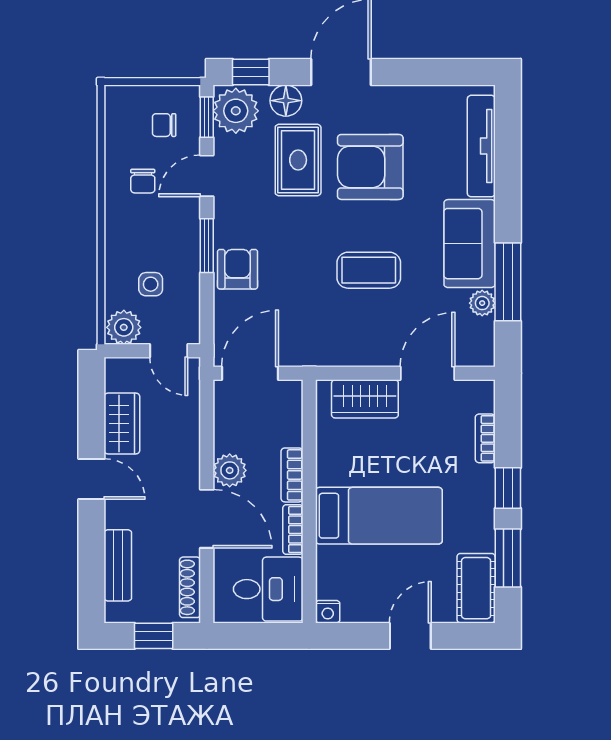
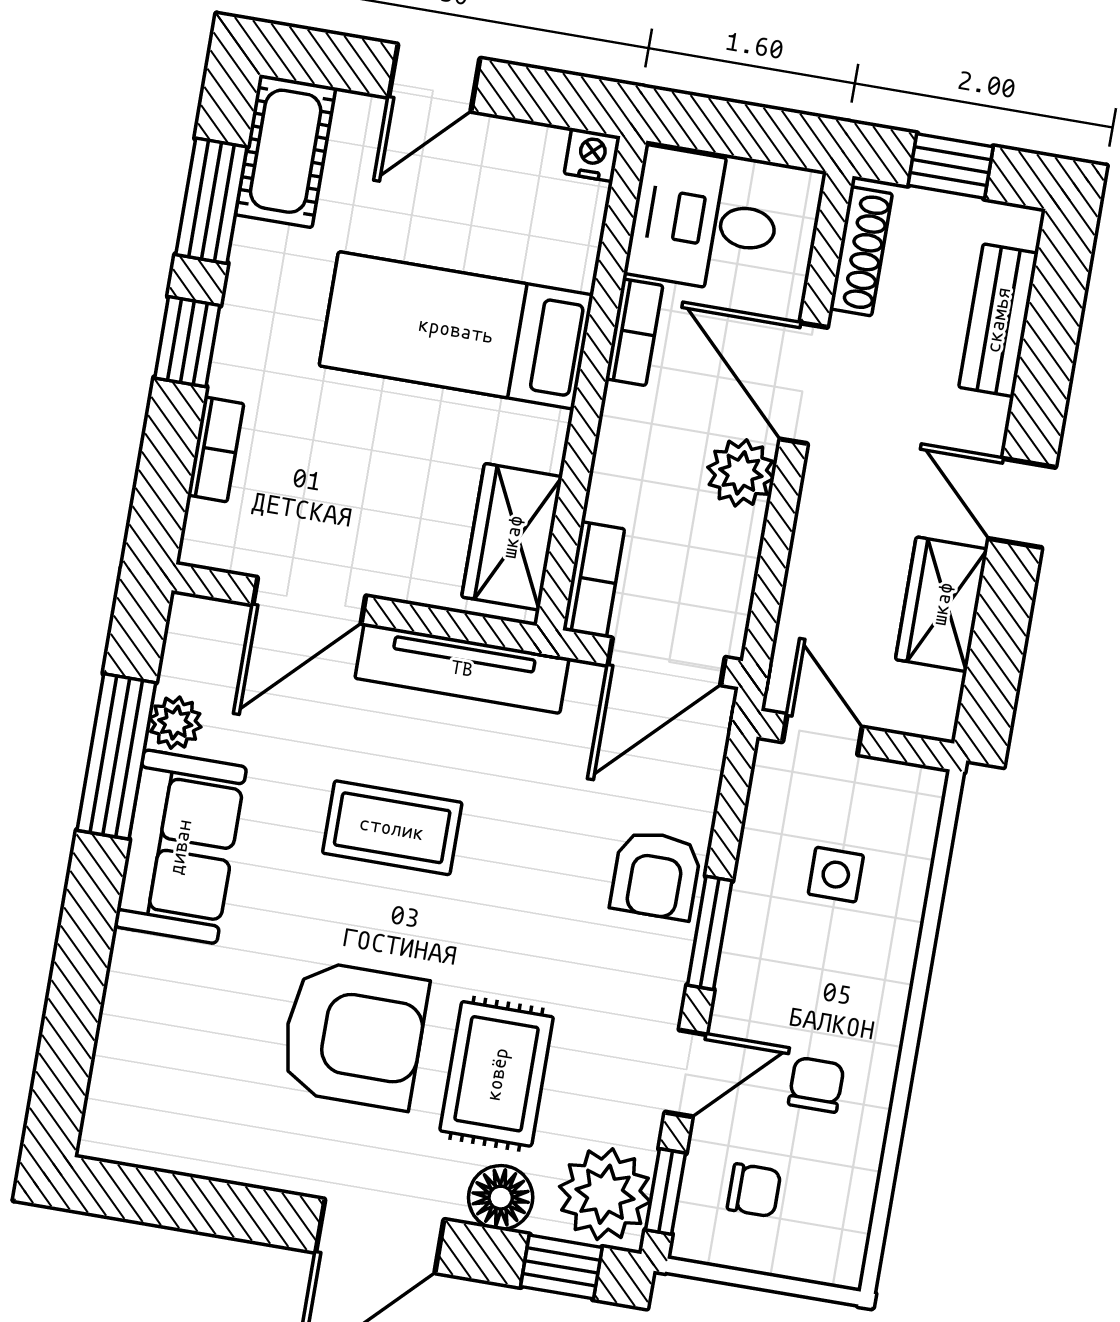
tv unit: (481, 146) -> (462, 668), moved, turned 90
plant: (124, 327) -> (905, 797), removed
wardrobe: (365, 399) -> (512, 537), moved, turned -90
bookcase: (292, 475) -> (594, 580), moved

